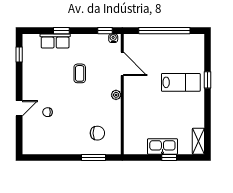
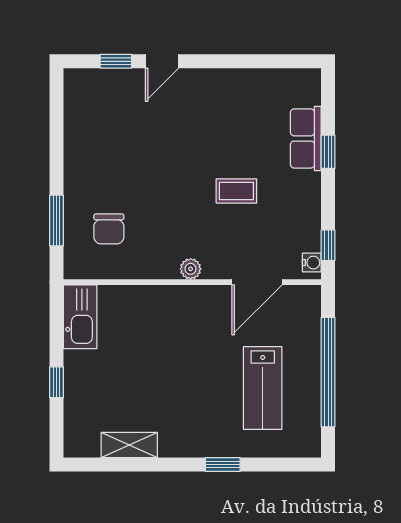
window: (19, 55) -> (116, 61), moved
lab bench: (181, 82) -> (263, 388), moved
door: (19, 108) -> (162, 61), hinge flipped
chair: (47, 112) -> (154, 122), removed
shelving: (198, 141) -> (129, 445), moved
kitchen sink: (162, 146) -> (80, 317), moved

